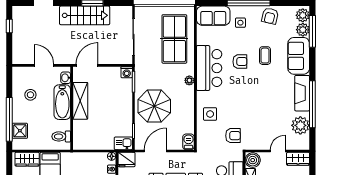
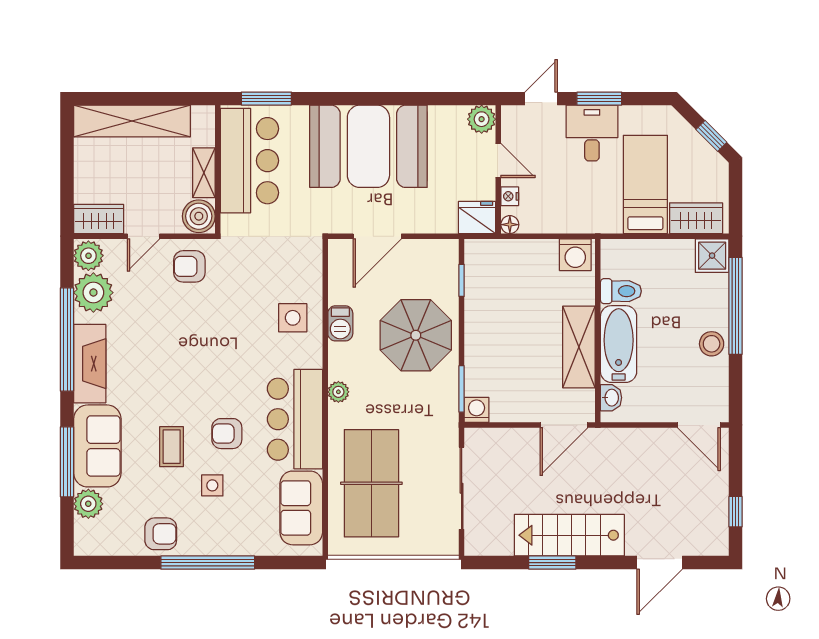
plant: (303, 15) -> (88, 256), moved
sofa: (213, 16) -> (301, 508), moved, turned -90
armchair: (270, 16) -> (161, 534), turned 77
side table: (240, 23) -> (212, 485), moved
window: (312, 31) -> (67, 462), moved
door: (44, 65) -> (699, 425), moved
stool: (30, 95) -> (712, 344), moved
shower: (20, 131) -> (712, 256), moved
toilet: (61, 136) -> (621, 291), moved
armchair: (233, 136) -> (189, 266), moved
barbecue: (188, 142) -> (340, 323), moved
washing machine: (82, 143) -> (575, 255), added
kitchen sink: (123, 143) -> (484, 253), removed
door: (155, 151) -> (377, 236), moved

